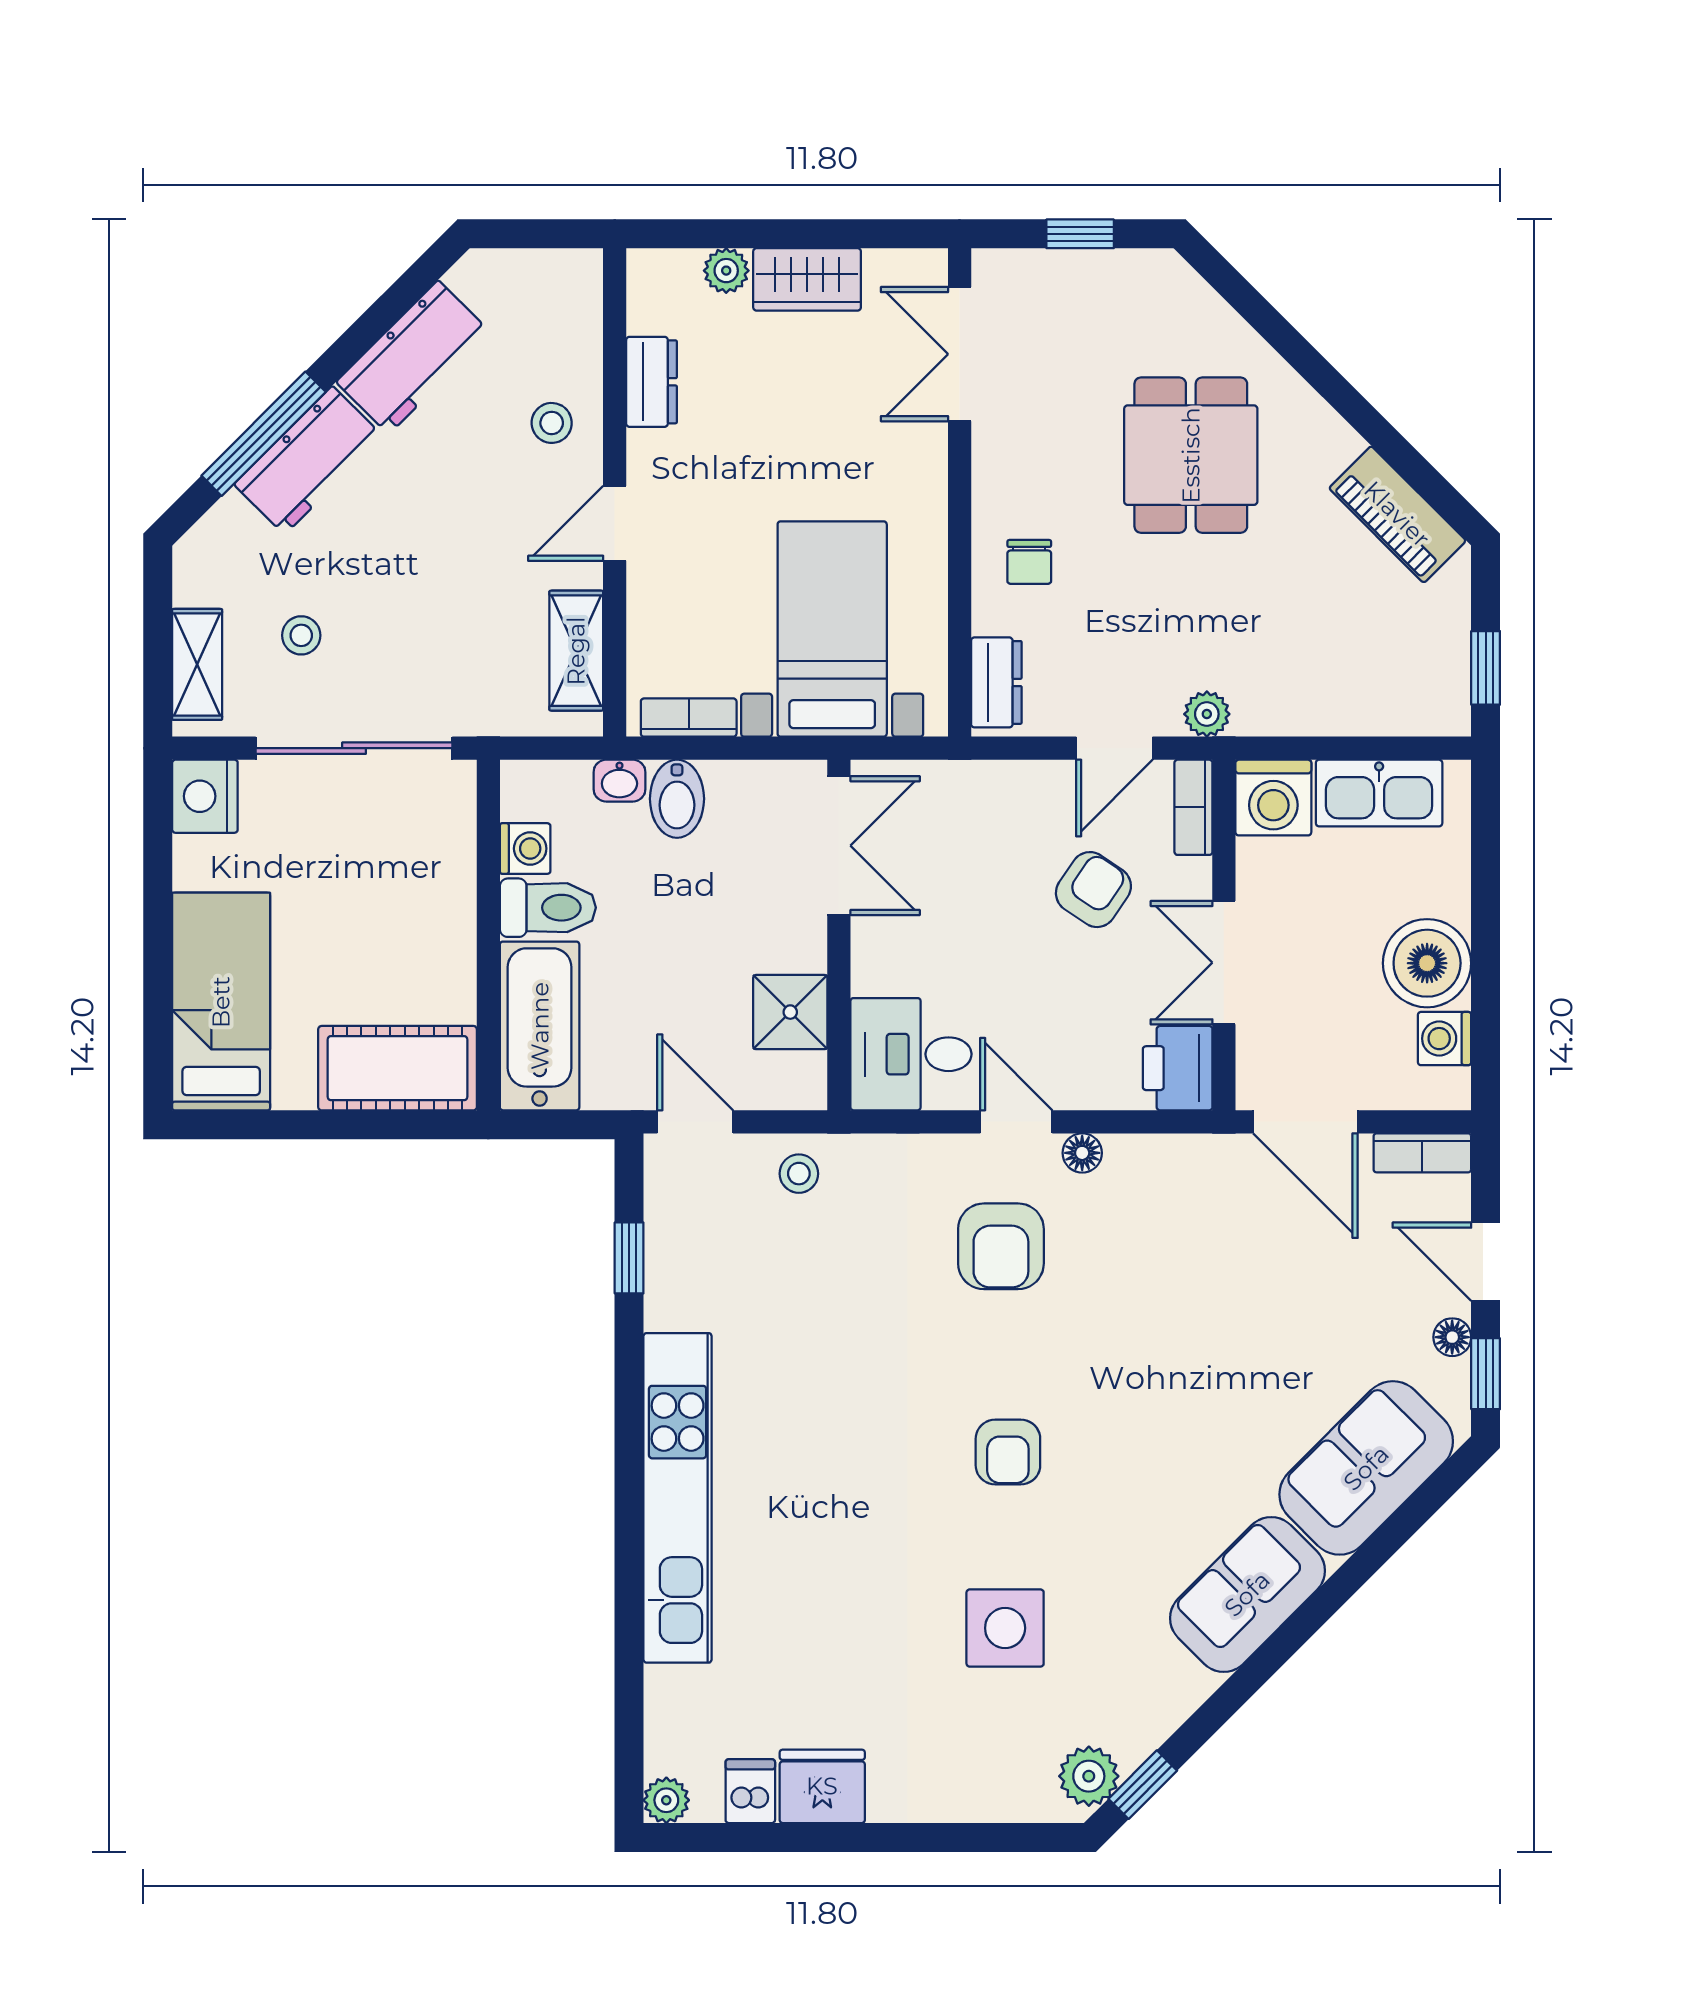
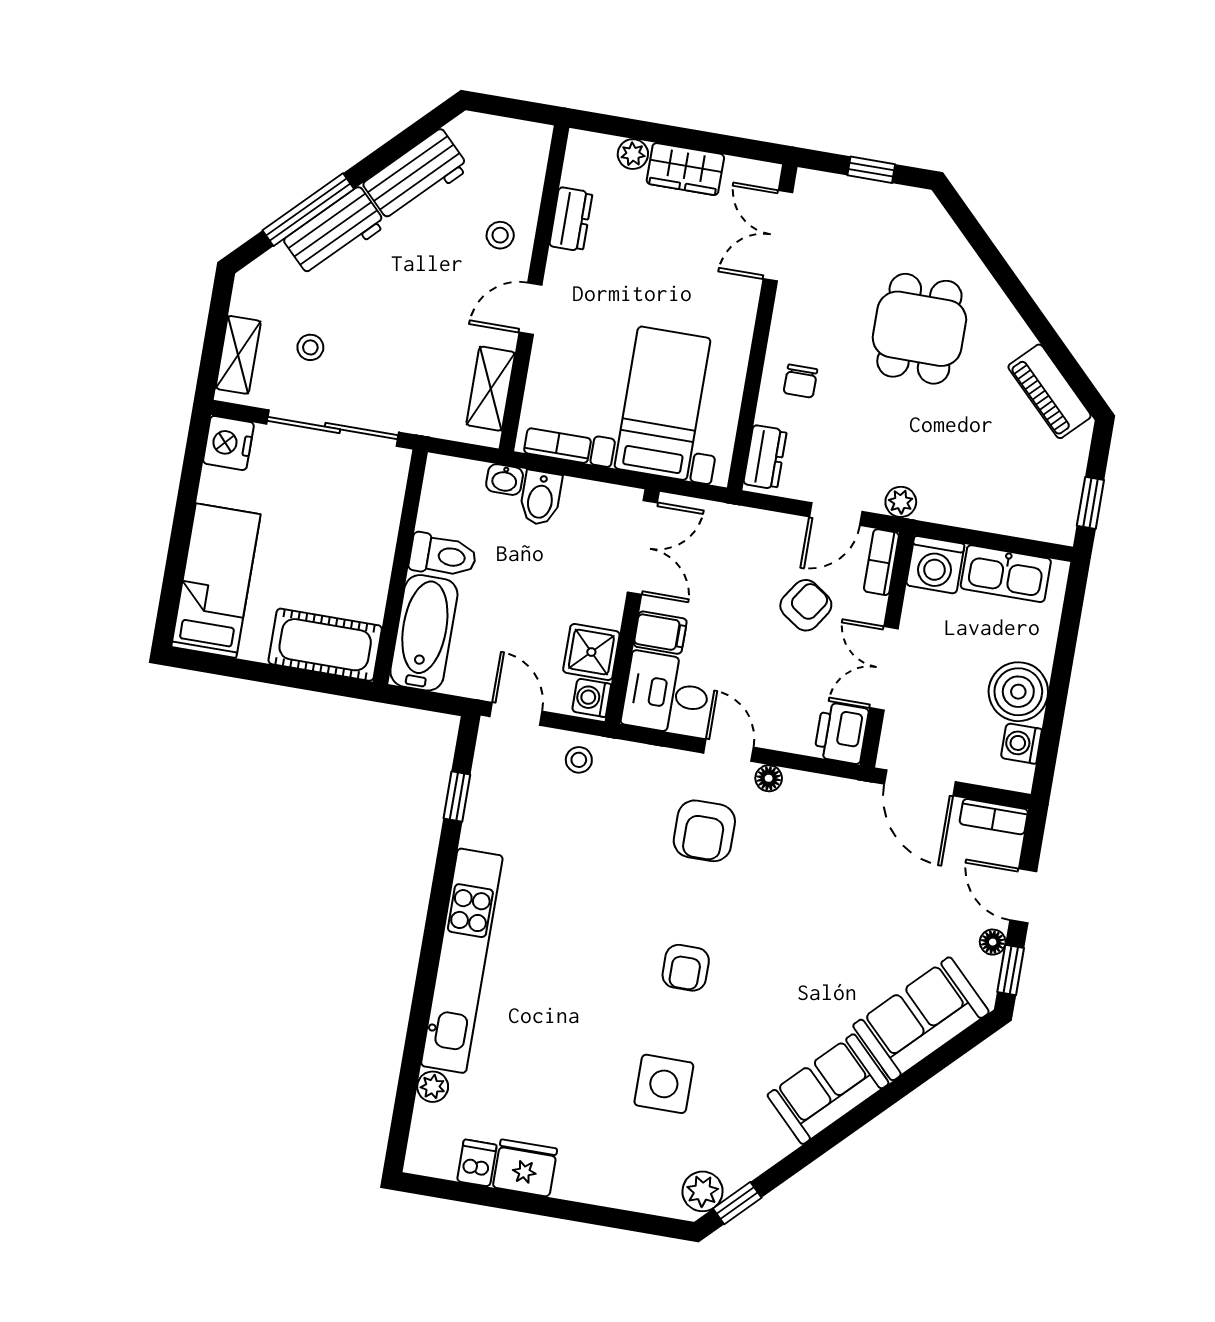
washing machine: (525, 849) -> (592, 698), moved, turned 180
filing cabinet: (886, 966) -> (660, 633), added
plant: (666, 1800) -> (433, 1087), moved

